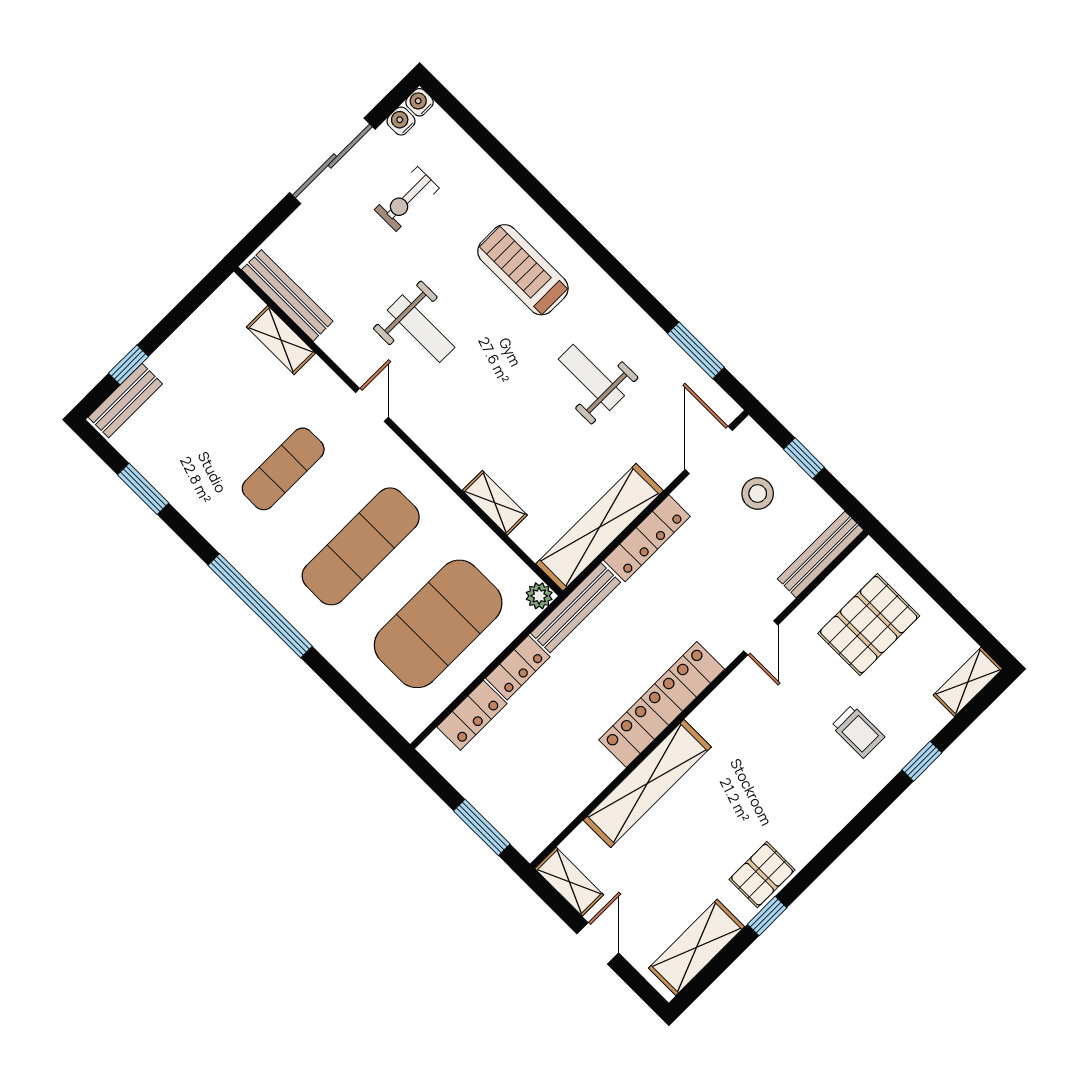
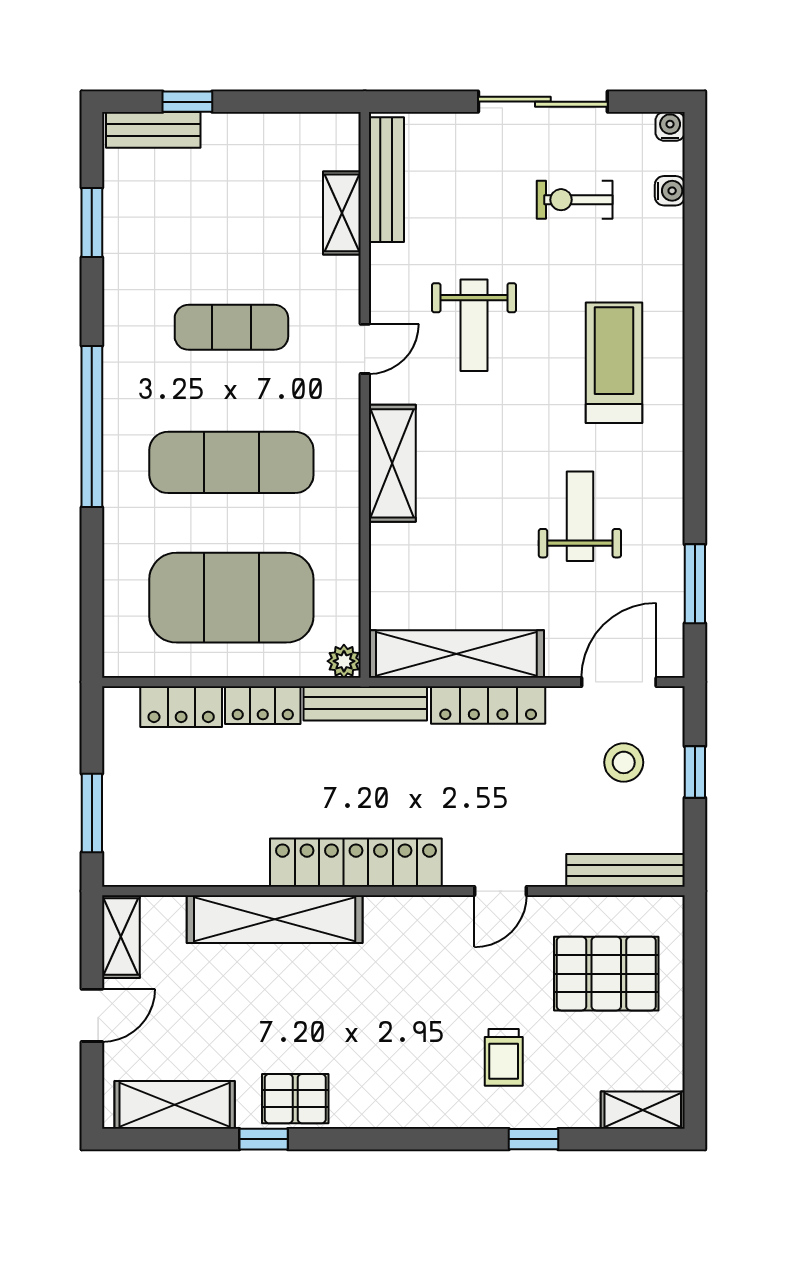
water cooler: (401, 121) -> (670, 191), moved, turned 90
shelving: (495, 503) -> (392, 463), moved, width x1.50, depth x1.33

